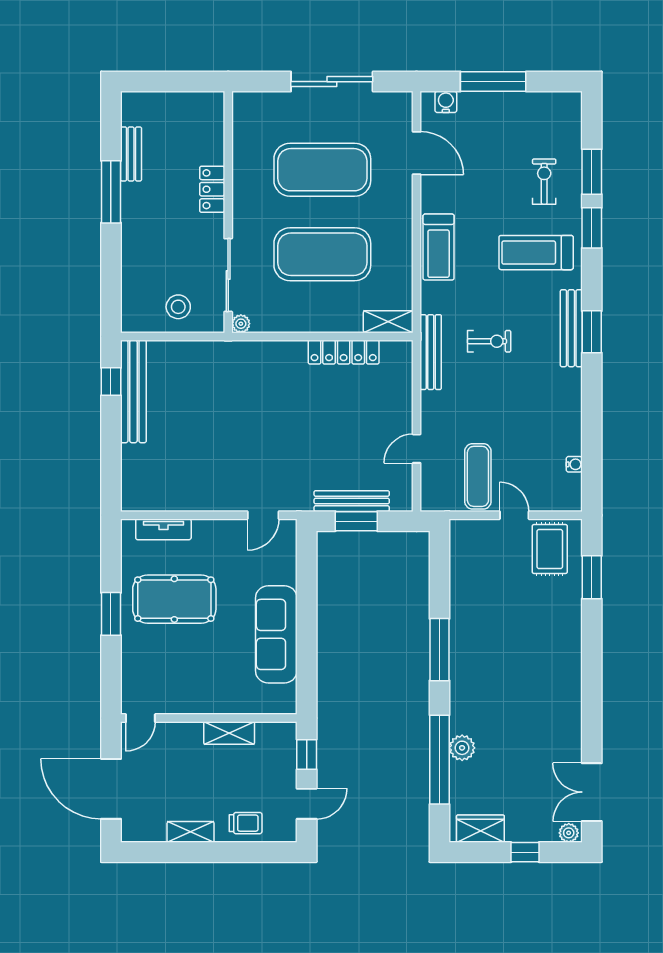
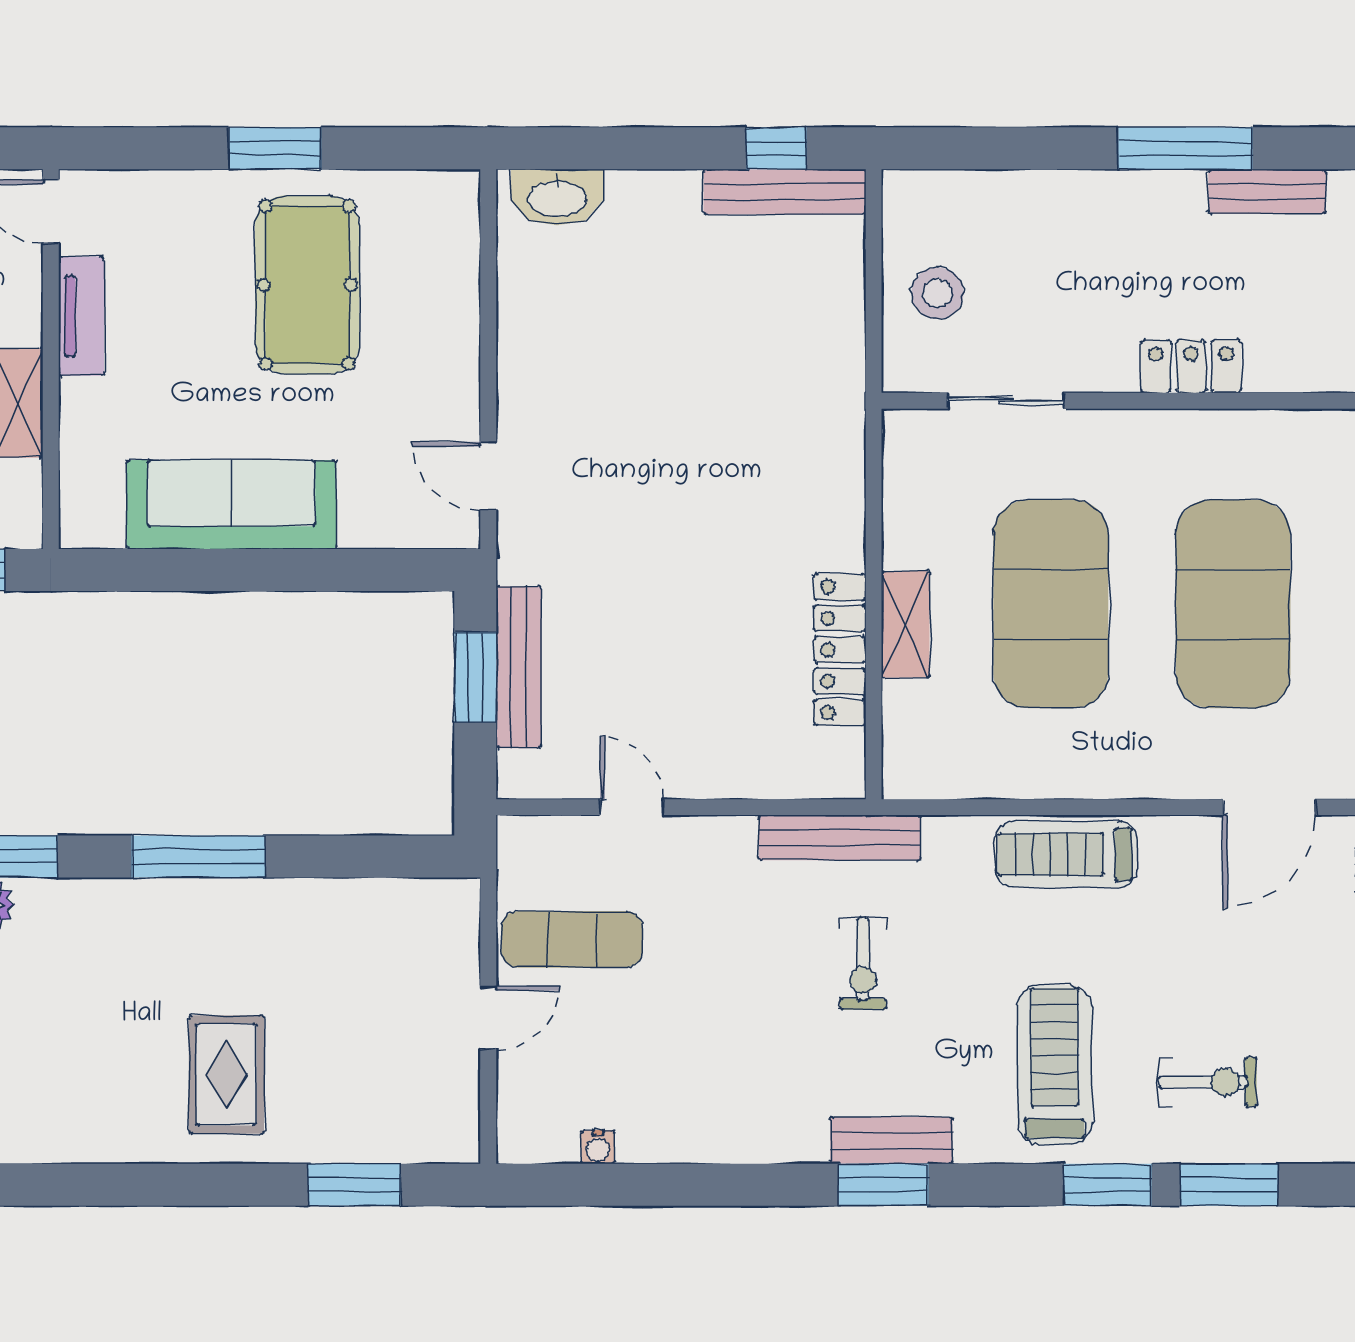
sliding door: (228, 275) -> (1006, 401), width x0.73
shelving: (388, 322) -> (905, 624), moved
plant: (241, 324) -> (901, 428), removed
bench: (571, 328) -> (891, 1141), width x0.73
bench: (133, 391) -> (785, 192), width x0.73, depth x0.82
washbasin: (134, 483) -> (557, 197), added
tv unit: (163, 529) -> (81, 316), moved, turned 180
rug: (550, 549) -> (226, 1075), moved, turned 90

